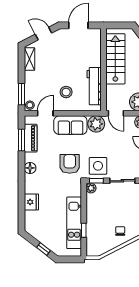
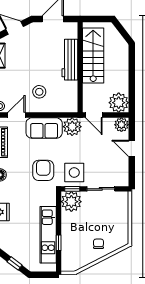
workbench: (94, 86) -> (70, 60), moved
plant: (91, 188) -> (71, 202), width x1.88, depth x1.88

